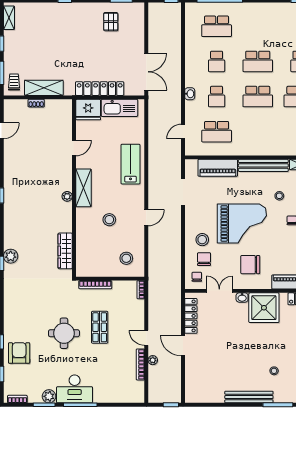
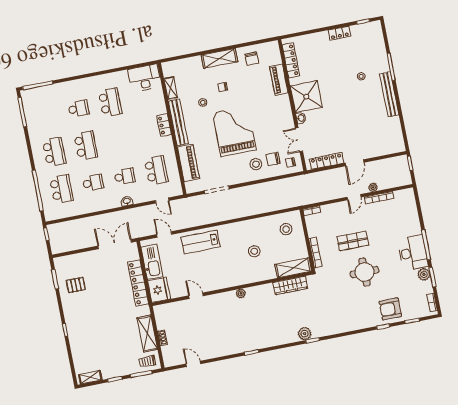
school desk: (258, 97) -> (54, 152), moved
locker: (263, 150) -> (164, 125), added
shelving: (83, 188) -> (293, 268), moved
door: (146, 218) -> (164, 234), moved
chair: (250, 265) -> (270, 116), removed

